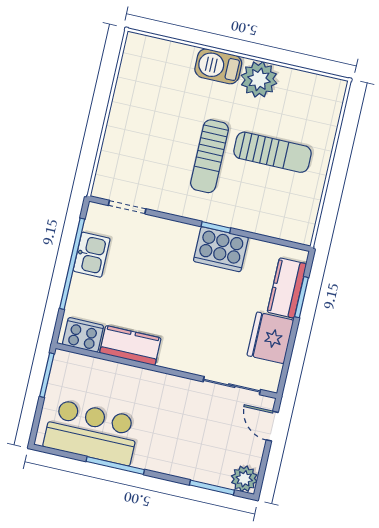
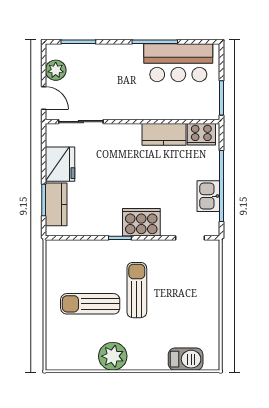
barbecue: (218, 66) -> (186, 359), moved
cooker: (221, 249) -> (141, 222), moved
plant: (244, 479) -> (56, 70), moved

